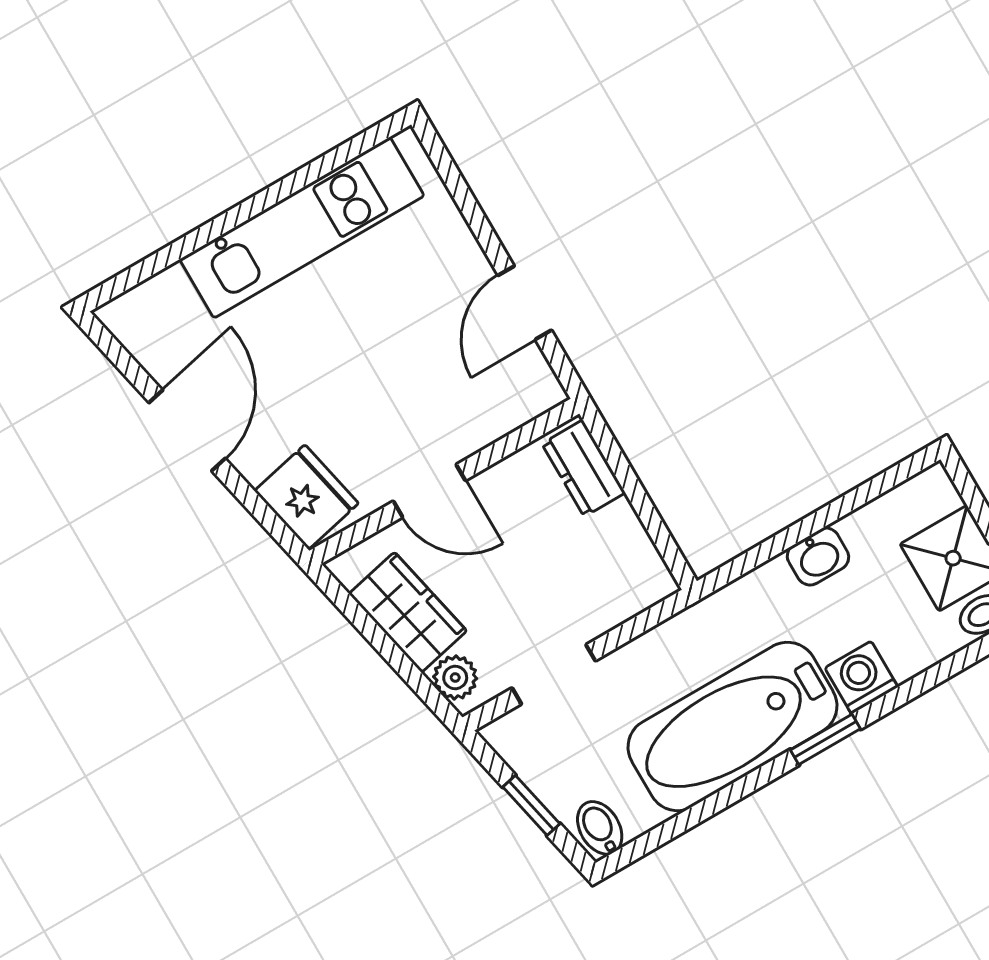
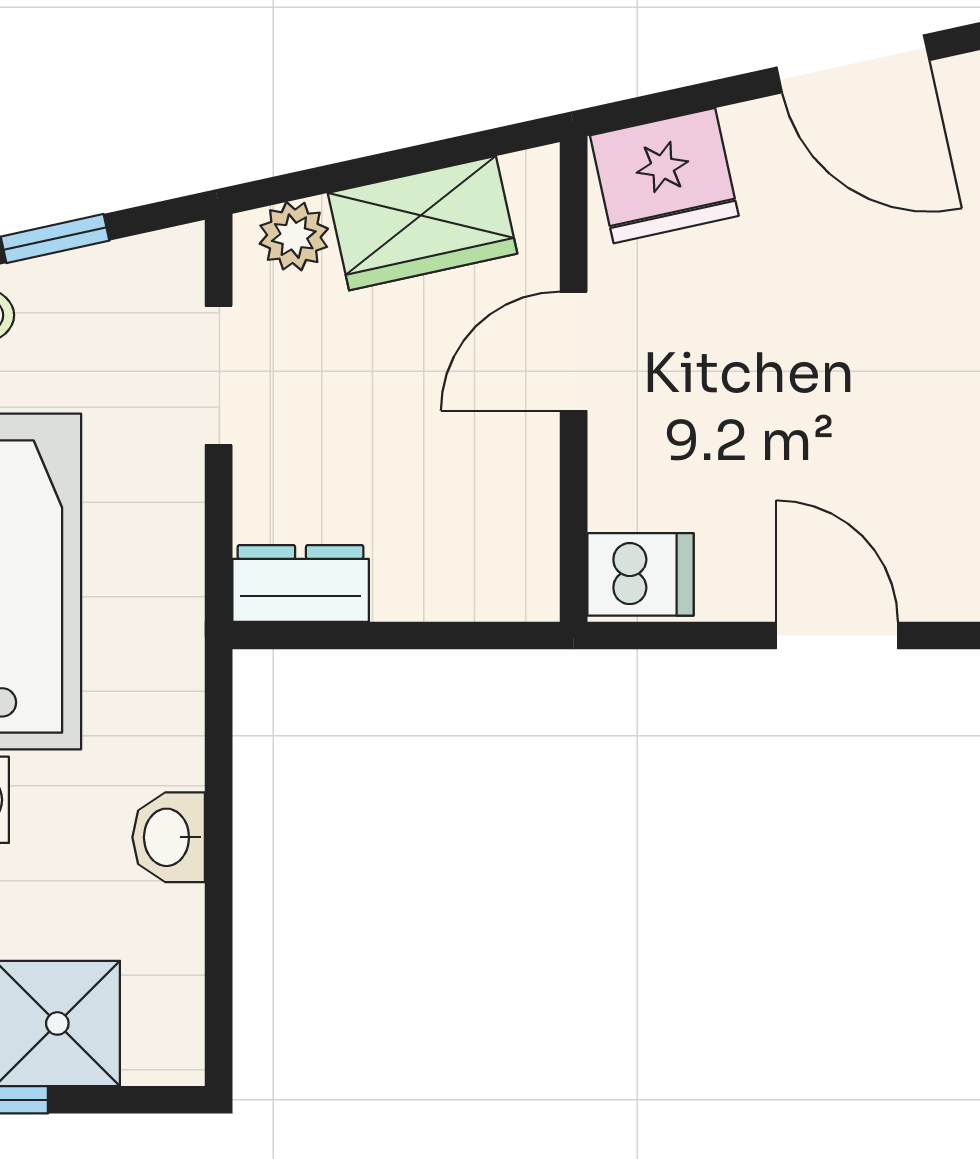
door: (525, 303) -> (837, 635), moved
dishwasher: (529, 385) -> (640, 574), added
dresser: (584, 468) -> (301, 583), moved

